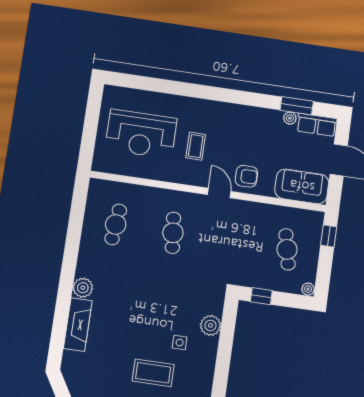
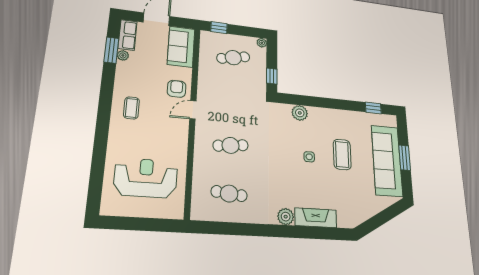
reception desk: (141, 134) -> (146, 178), turned -90
coffee table: (196, 146) -> (131, 108), moved, turned 90
side table: (180, 343) -> (309, 157), moved

